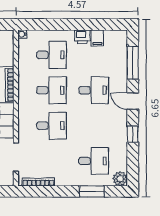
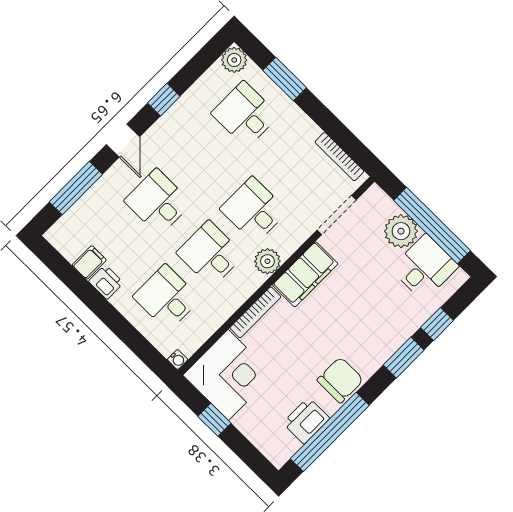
plant: (25, 110) -> (267, 261), added

